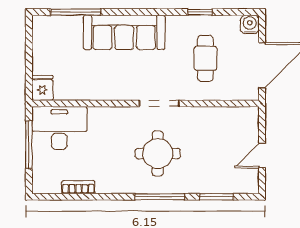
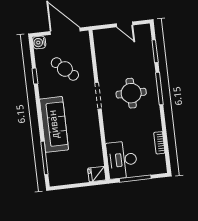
cafe table: (205, 58) -> (65, 69), turned 43

